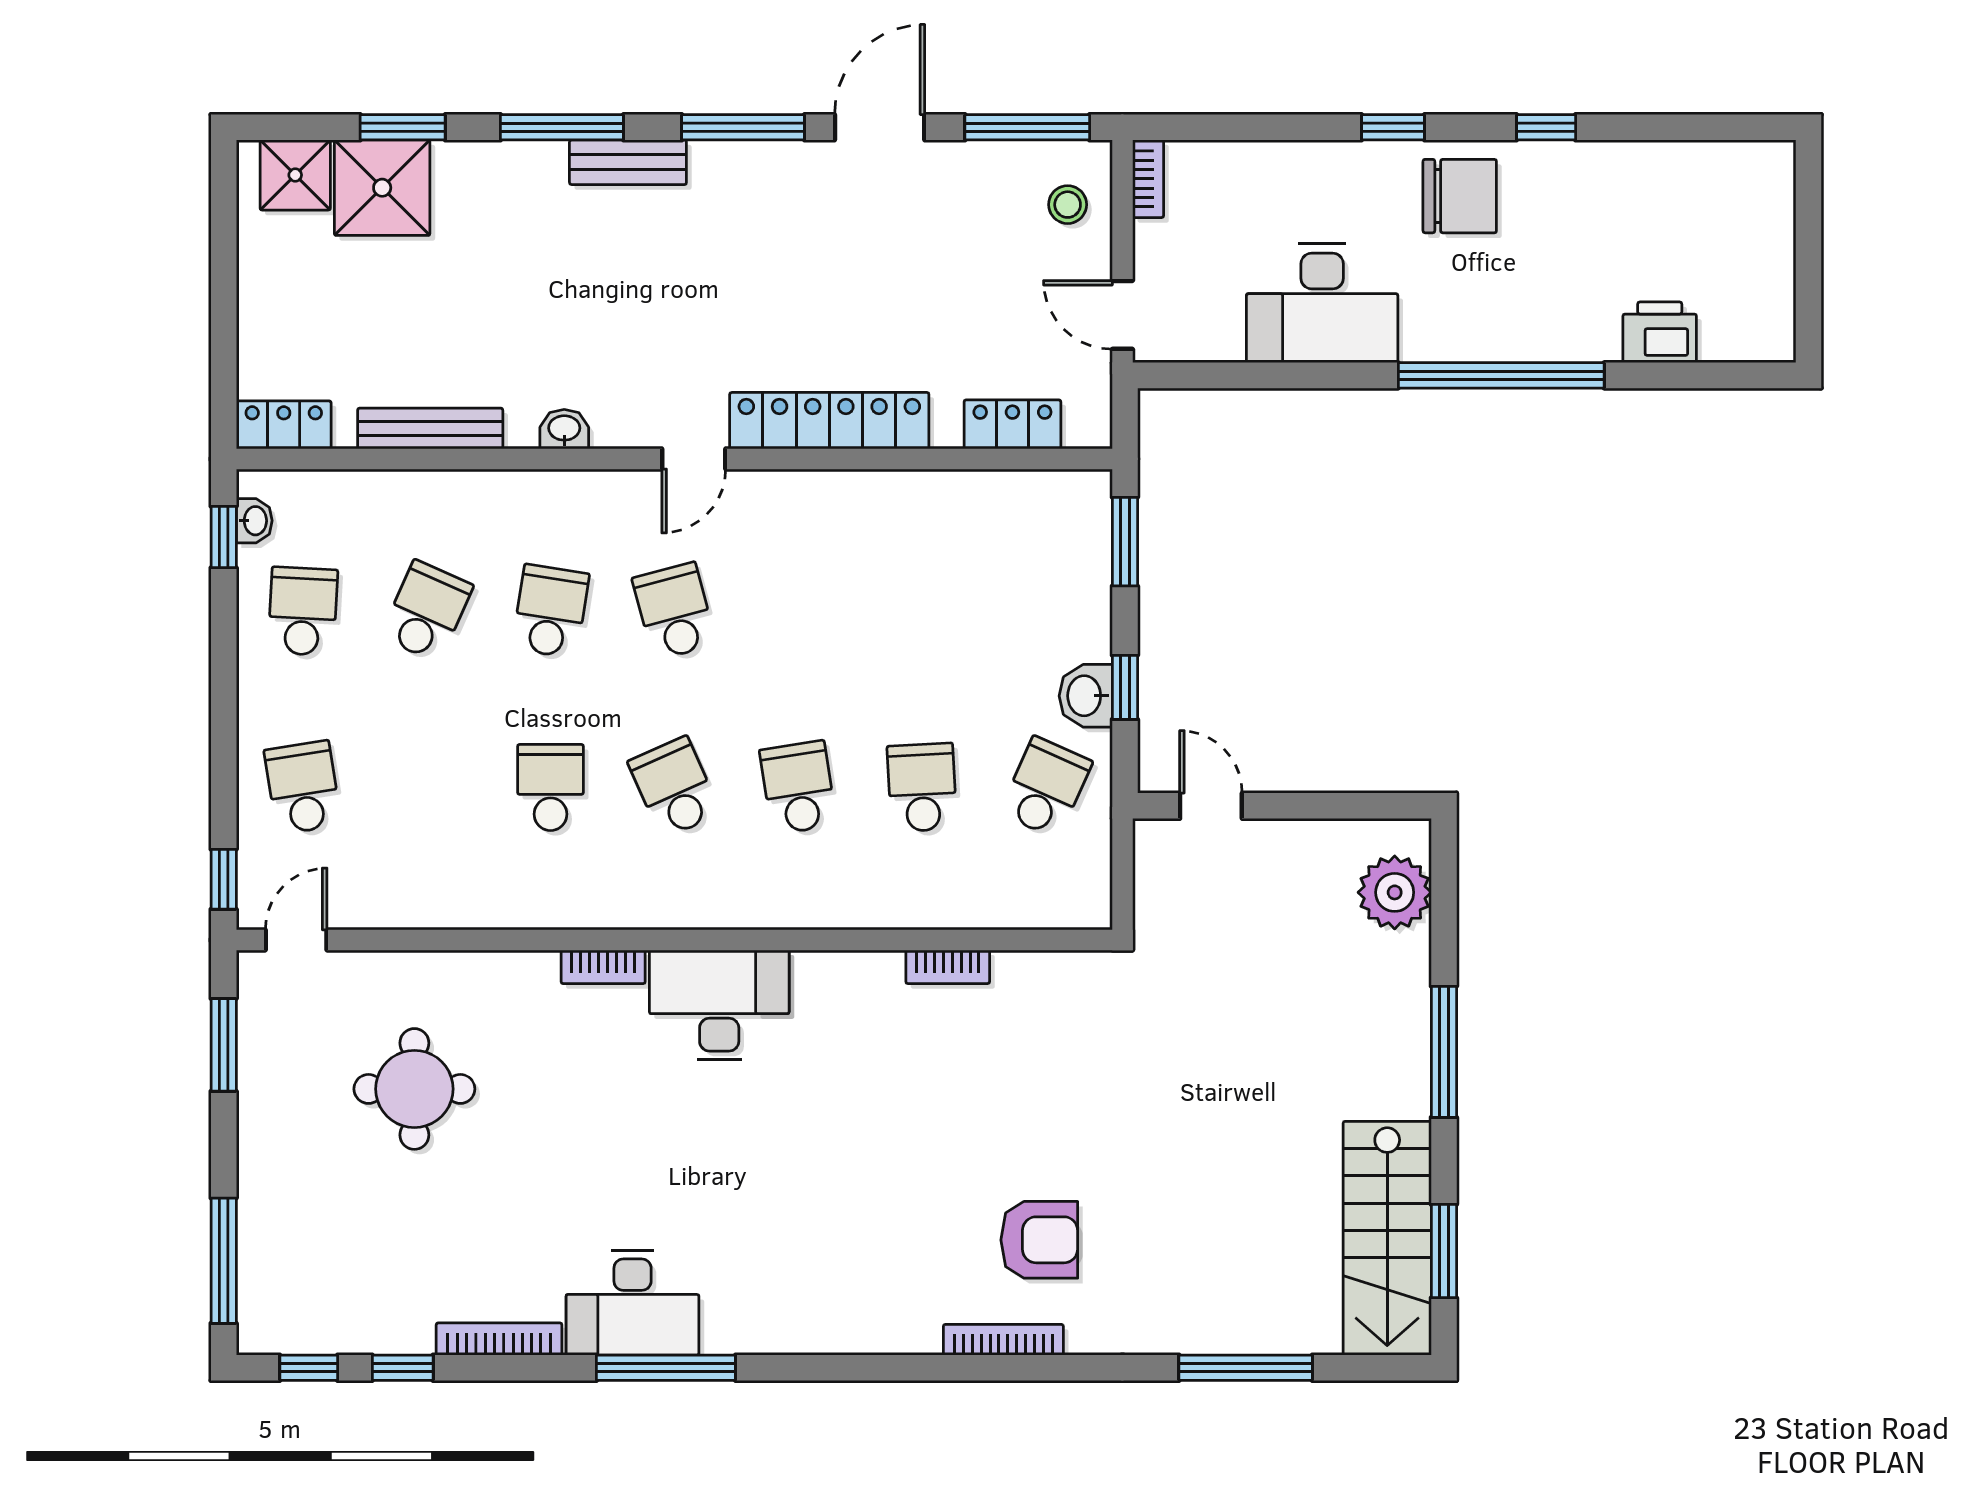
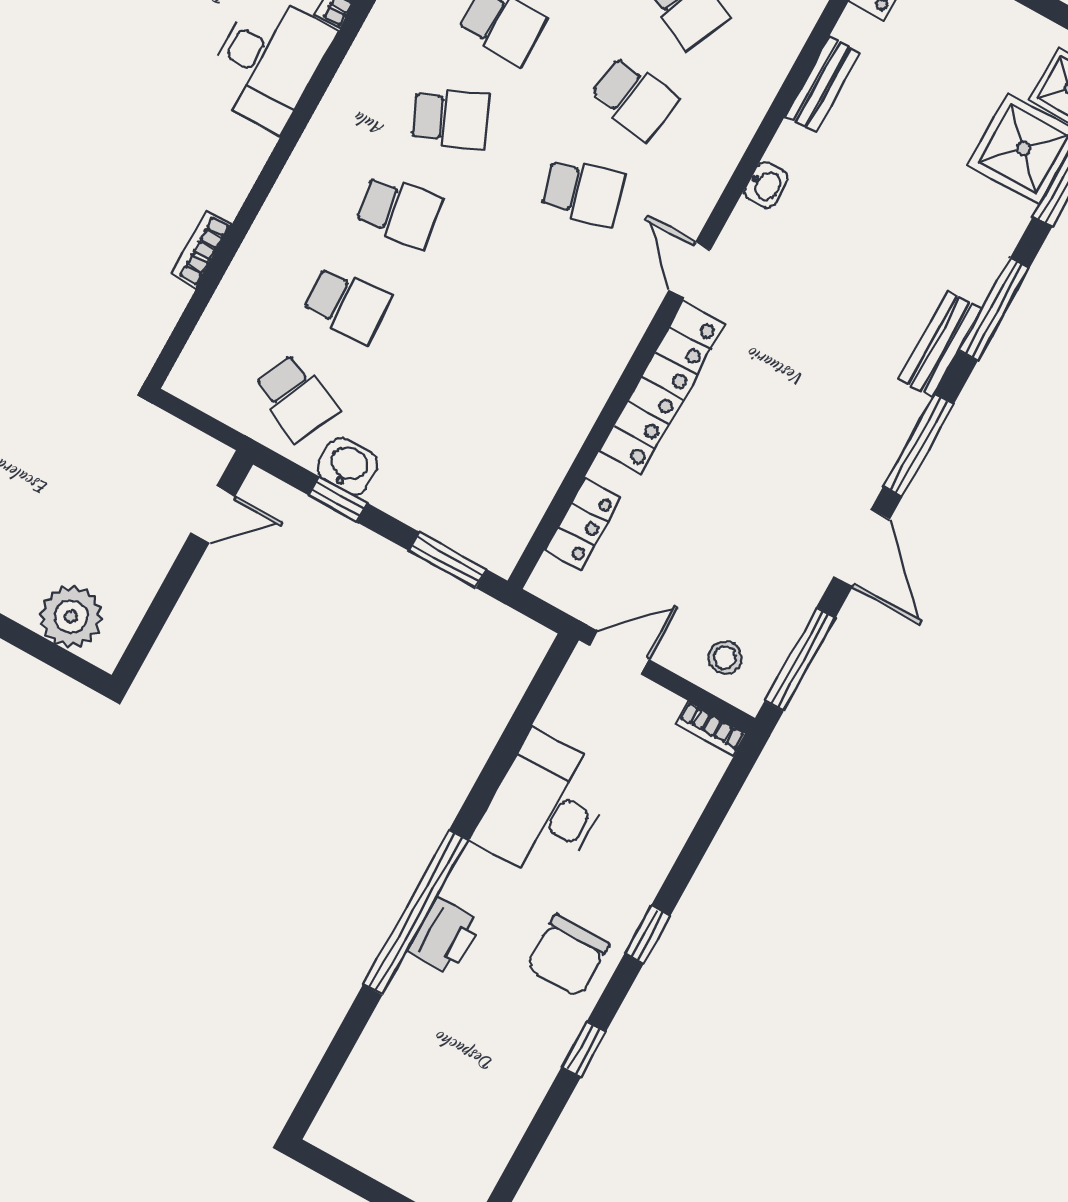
printer: (1660, 332) -> (445, 937), moved
bench: (430, 428) -> (822, 84), width x0.73

